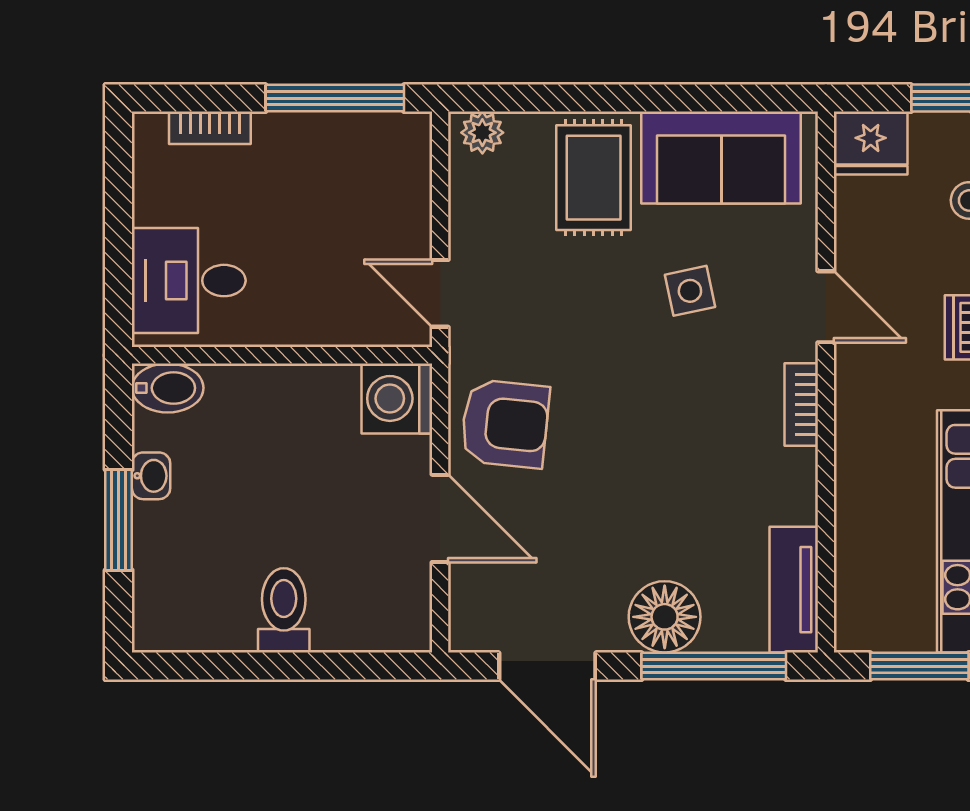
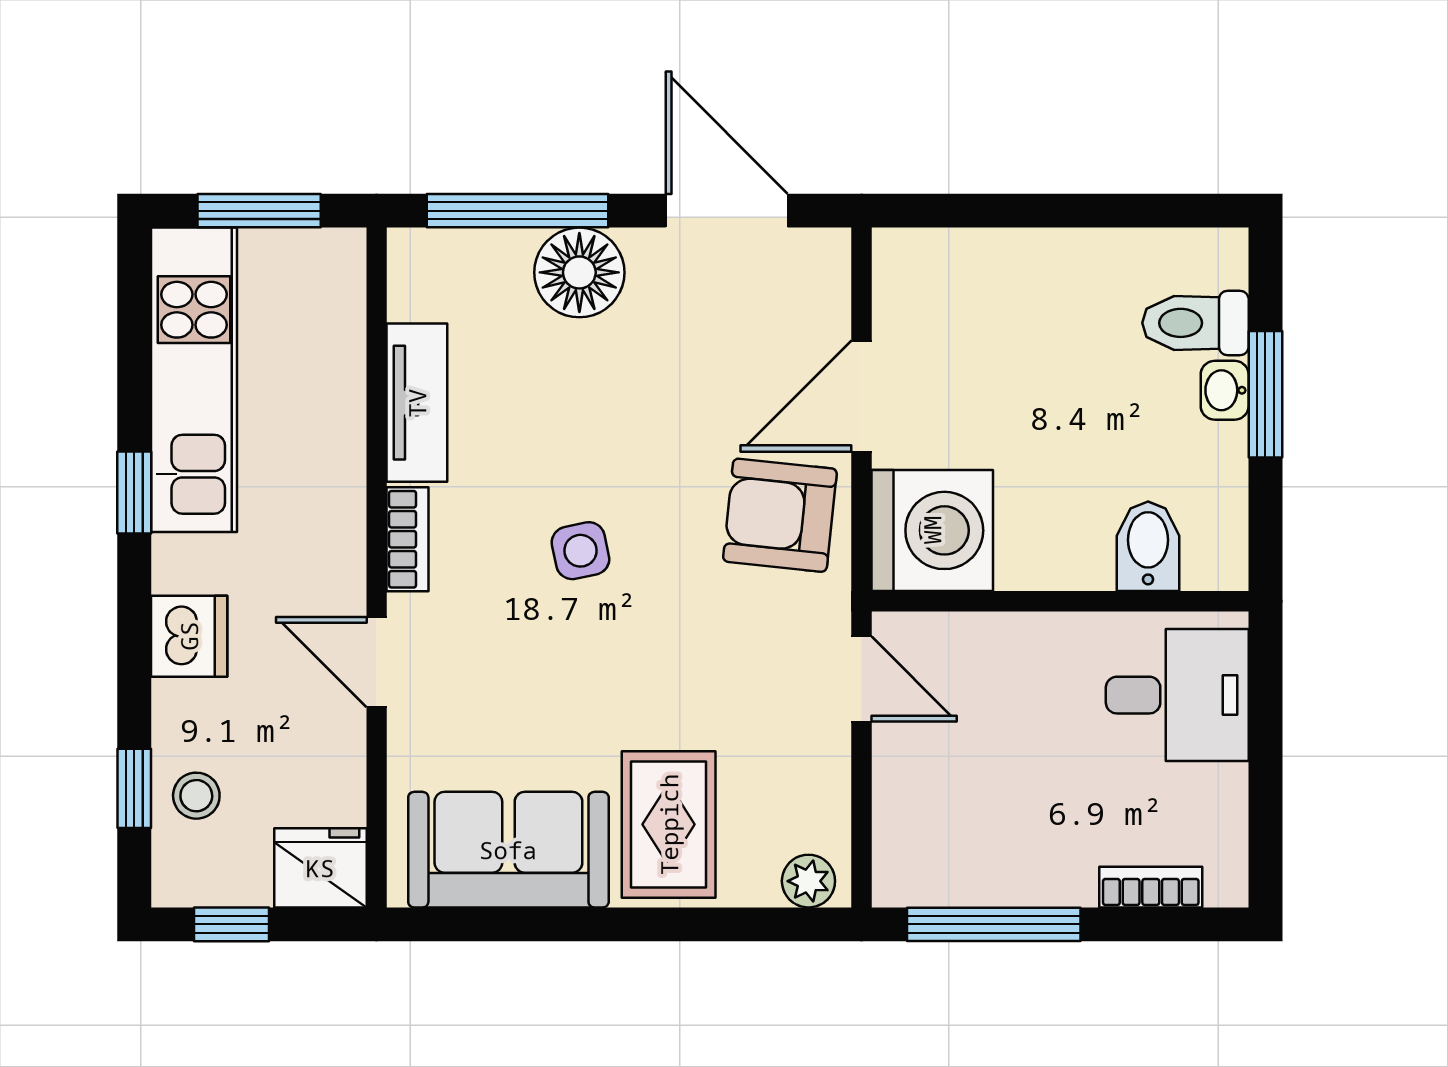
side table: (690, 291) -> (580, 551), moved
bidet: (168, 388) -> (1148, 546), moved, turned 90
washing machine: (397, 398) -> (932, 530), width x1.37, depth x1.37
washbasin: (151, 476) -> (1225, 390), moved
door: (440, 518) -> (861, 396), hinge flipped
tv unit: (794, 590) -> (417, 403), moved
toilet: (284, 610) -> (1195, 323), moved, turned 90

